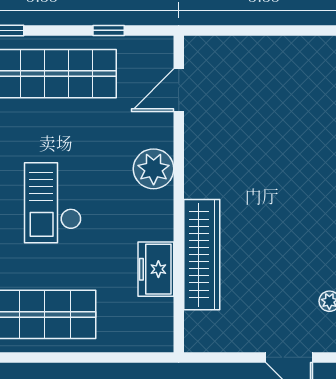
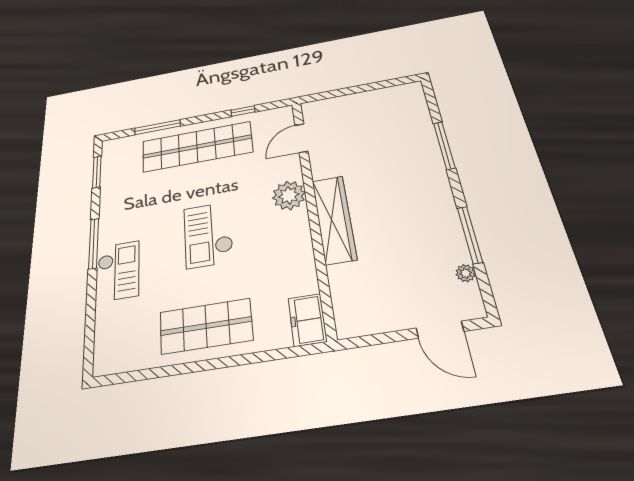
wardrobe: (202, 255) -> (334, 219), moved
freezer: (156, 269) -> (307, 320), moved

